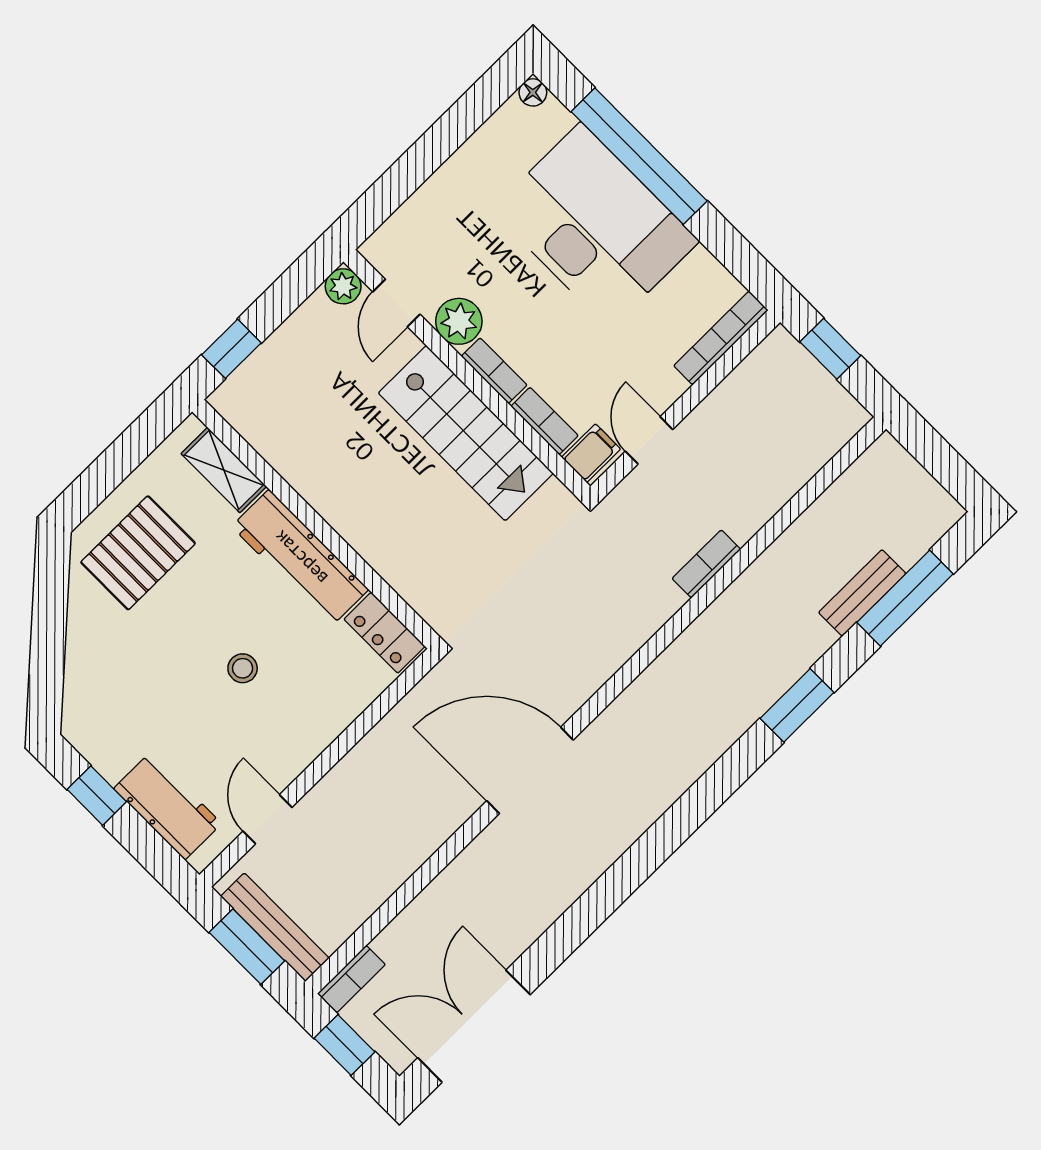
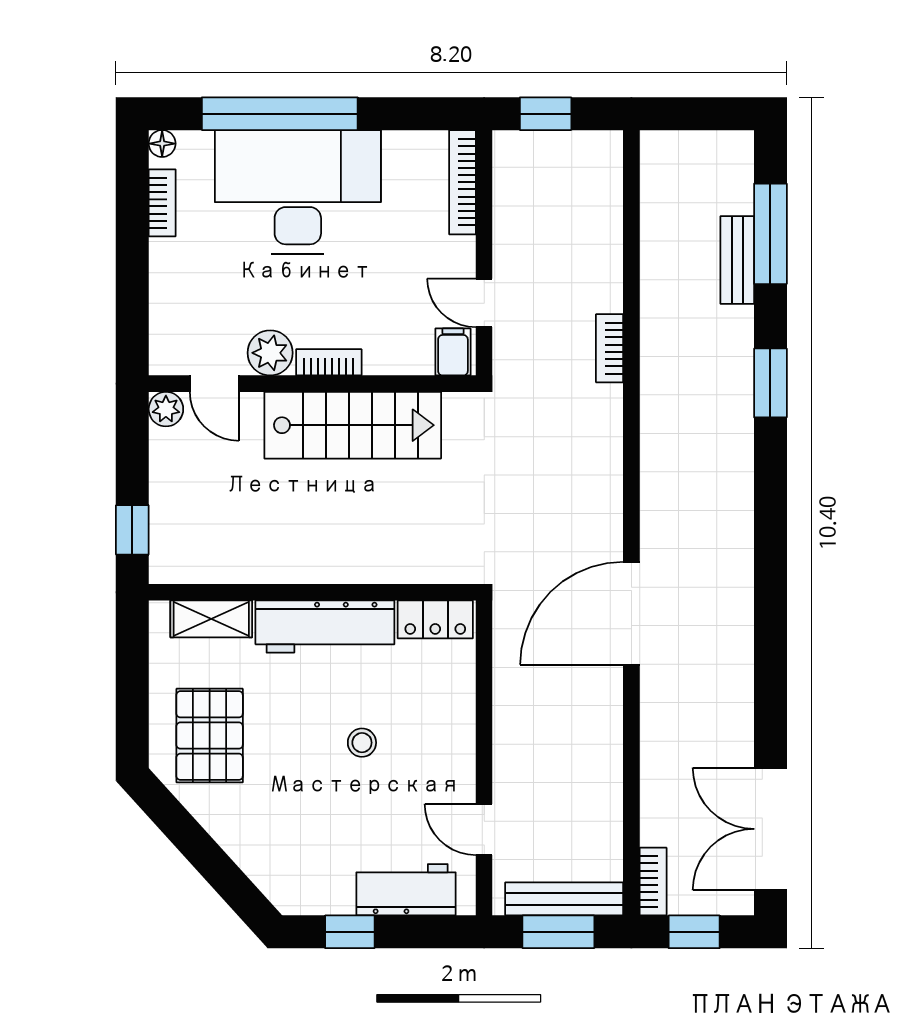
bookcase: (545, 421) -> (162, 203), moved, turned 90

